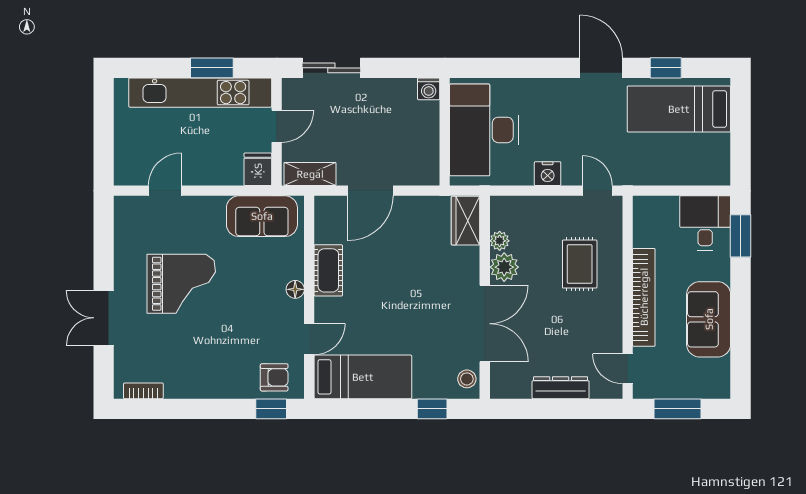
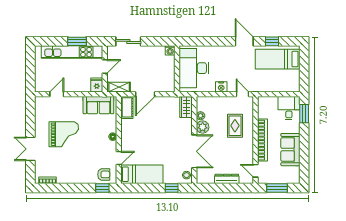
cot: (328, 270) -> (127, 107), moved

